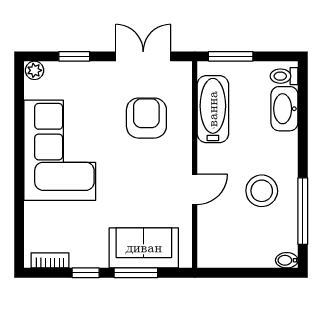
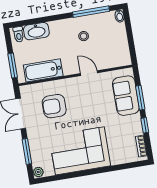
window: (74, 56) -> (27, 151), width x1.50
stool: (262, 191) -> (84, 36), width x0.53, depth x0.53

